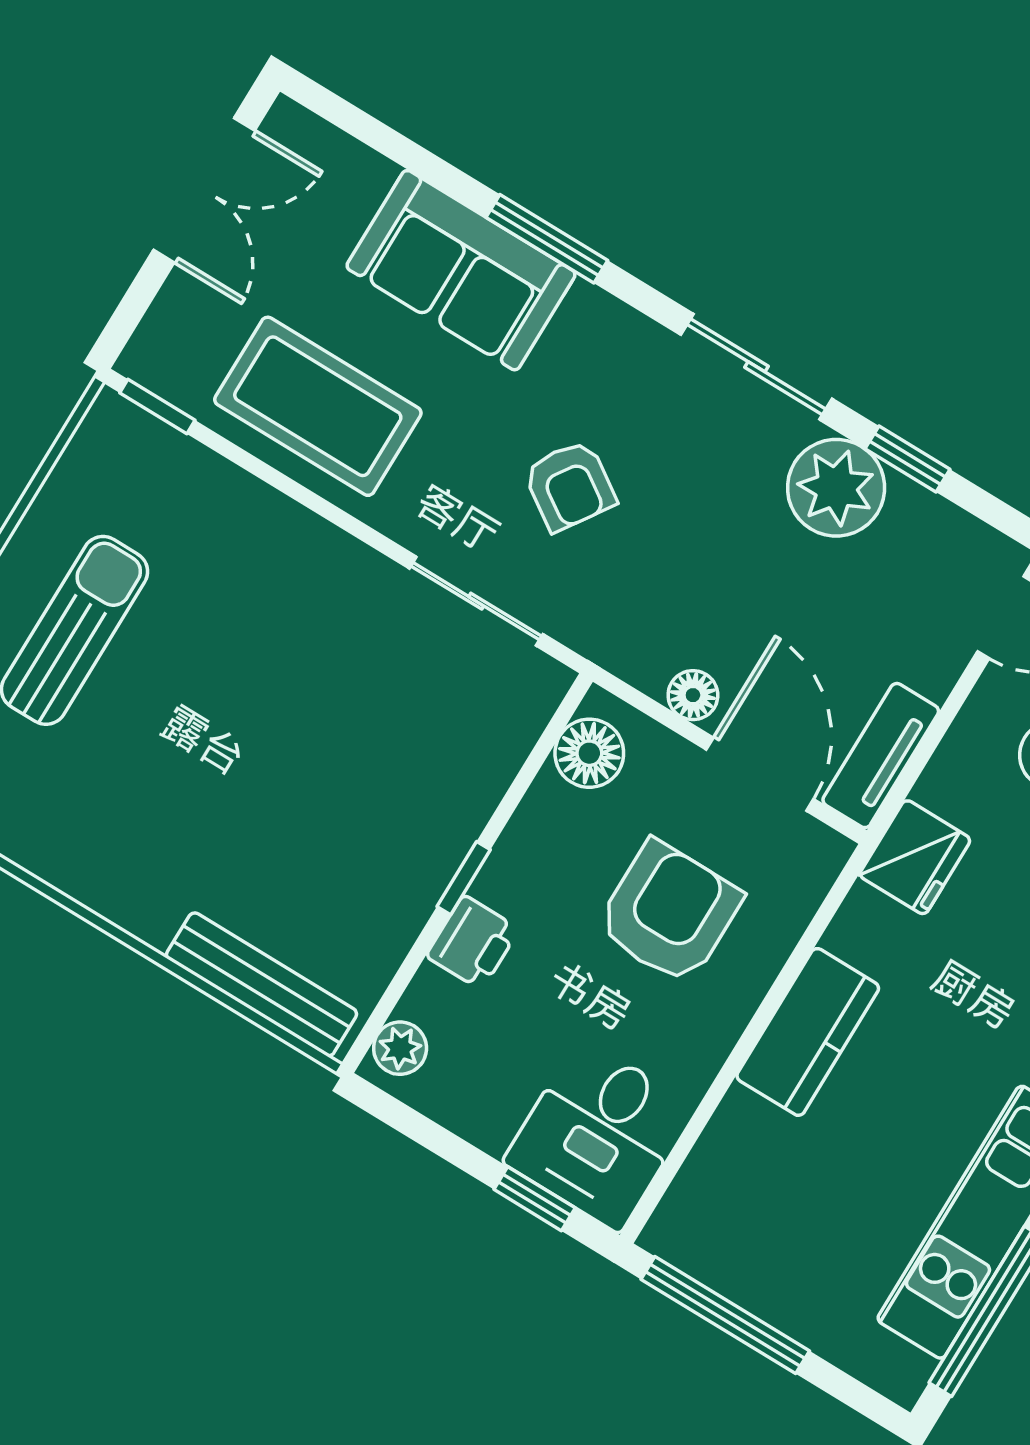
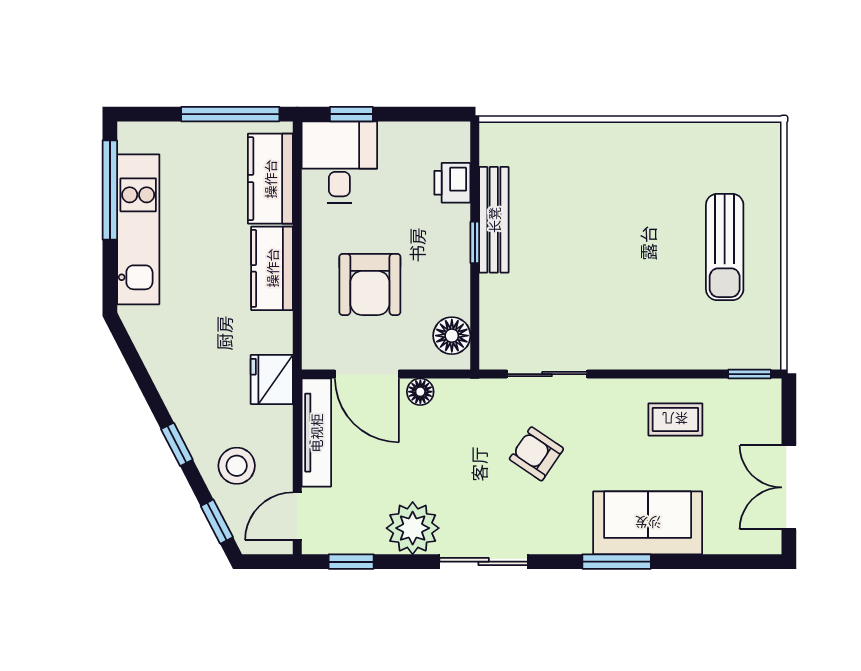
coffee table: (318, 406) -> (675, 419), width x0.54, depth x0.58
window: (908, 459) -> (351, 562), moved
tv unit: (881, 756) -> (316, 433), width x1.41
printer: (473, 942) -> (452, 183), moved
bench: (261, 984) -> (494, 220), moved, turned 90
plant: (400, 1048) -> (456, 146), removed
kitchen counter: (724, 1175) -> (270, 179), added

